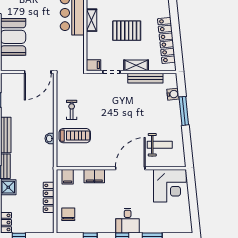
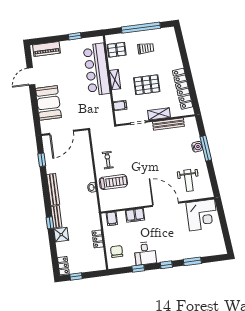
filing cabinet: (94, 65) -> (120, 106), moved
door: (38, 72) -> (61, 132), moved
water cooler: (173, 94) -> (197, 147), moved
weight bench: (160, 145) -> (189, 180), turned 90
door: (130, 168) -> (166, 204), hinge flipped
locker: (49, 197) -> (98, 239), width x0.66
desk: (128, 221) -> (145, 253), moved

